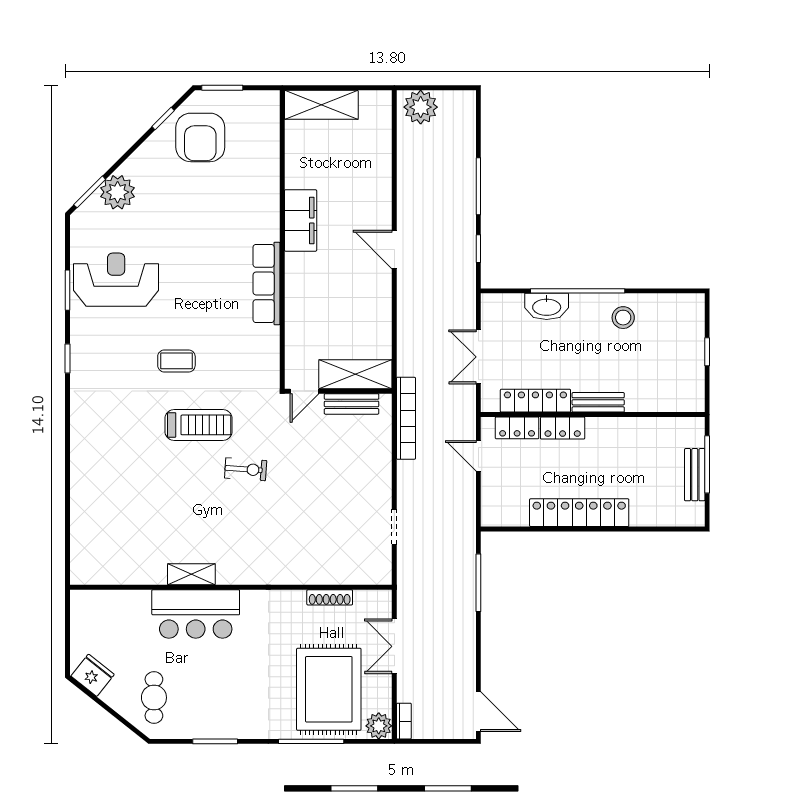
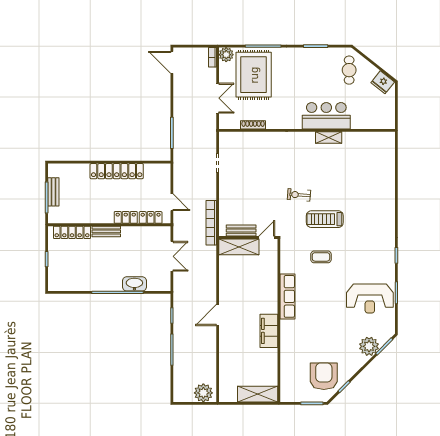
door: (394, 250) -> (218, 315), swing flipped
stool: (623, 318) -> (93, 278), removed
coffee table: (176, 361) -> (321, 257), moved
locker: (535, 401) -> (72, 232), moved

